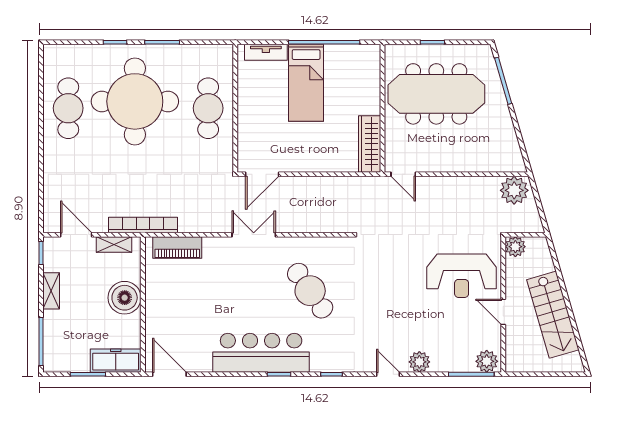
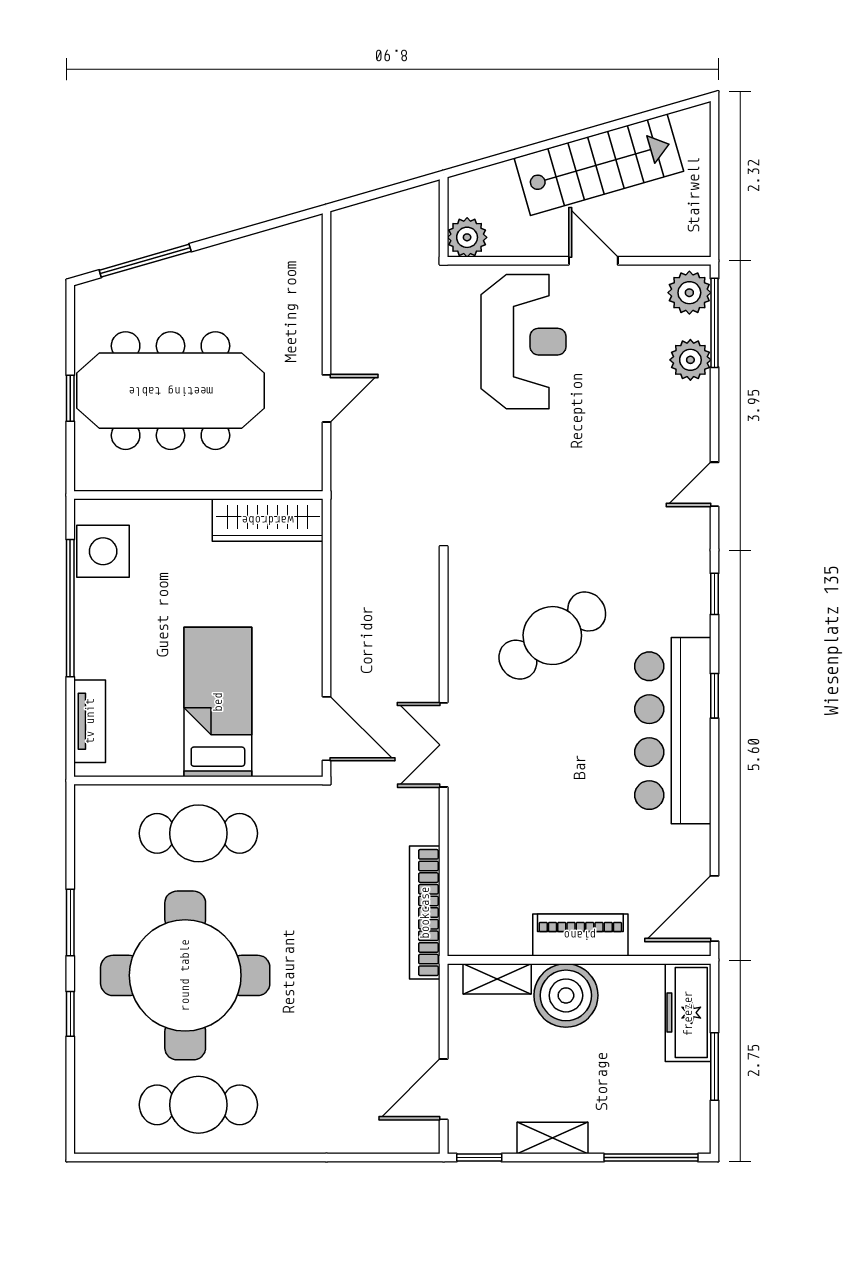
side table: (353, 59) -> (103, 551), added
bed: (306, 83) -> (218, 702), moved, turned -90
meeting table: (436, 94) -> (171, 391), turned 90
door: (403, 174) -> (326, 398), moved
plant: (514, 190) -> (358, 239), removed
bookcase: (143, 225) -> (425, 913), moved
shelving: (114, 244) -> (497, 979), moved, turned 90
piano: (177, 247) -> (580, 935), moved, turned -90
door: (503, 312) -> (593, 261), swing flipped
plant: (419, 362) -> (690, 360), moved

